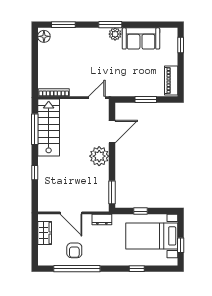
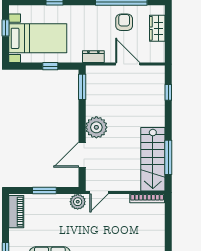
plant: (116, 89) -> (78, 202), added
window: (35, 173) -> (168, 92), moved
wardrobe: (45, 233) -> (157, 28), moved

